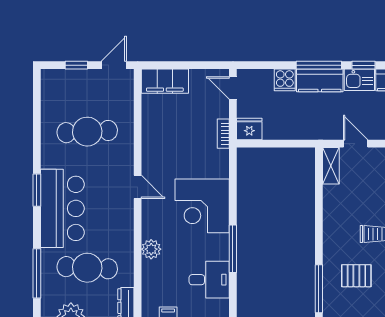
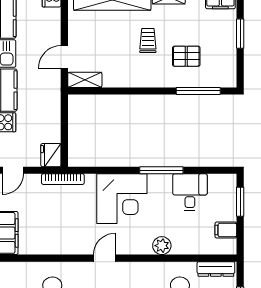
bookcase: (223, 134) -> (63, 179), width x1.56
pallet: (356, 276) -> (186, 56), turned 90

